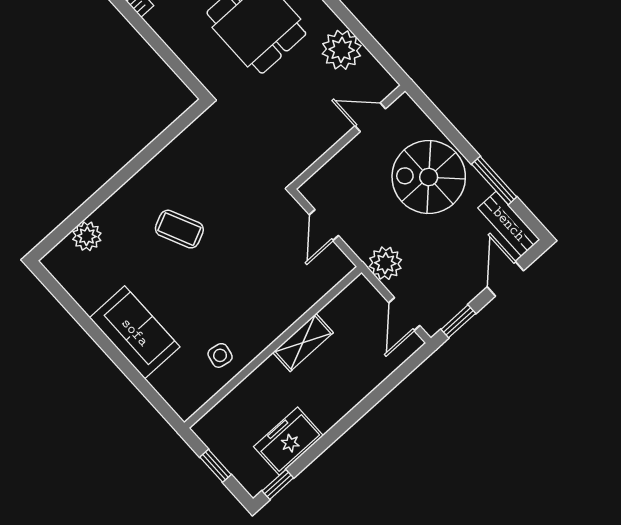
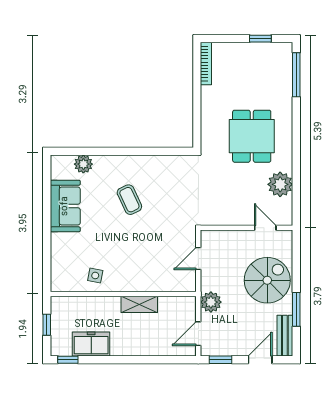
spiral stairs: (429, 177) -> (267, 280), turned 90
sofa: (135, 332) -> (65, 206), moved

